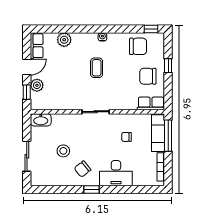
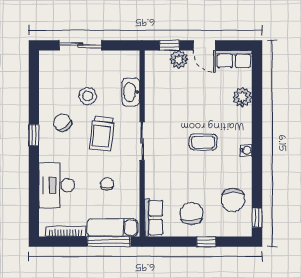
washbasin: (41, 120) -> (131, 92), moved
trolley: (90, 141) -> (102, 134), added
desk: (116, 173) -> (57, 185), moved

